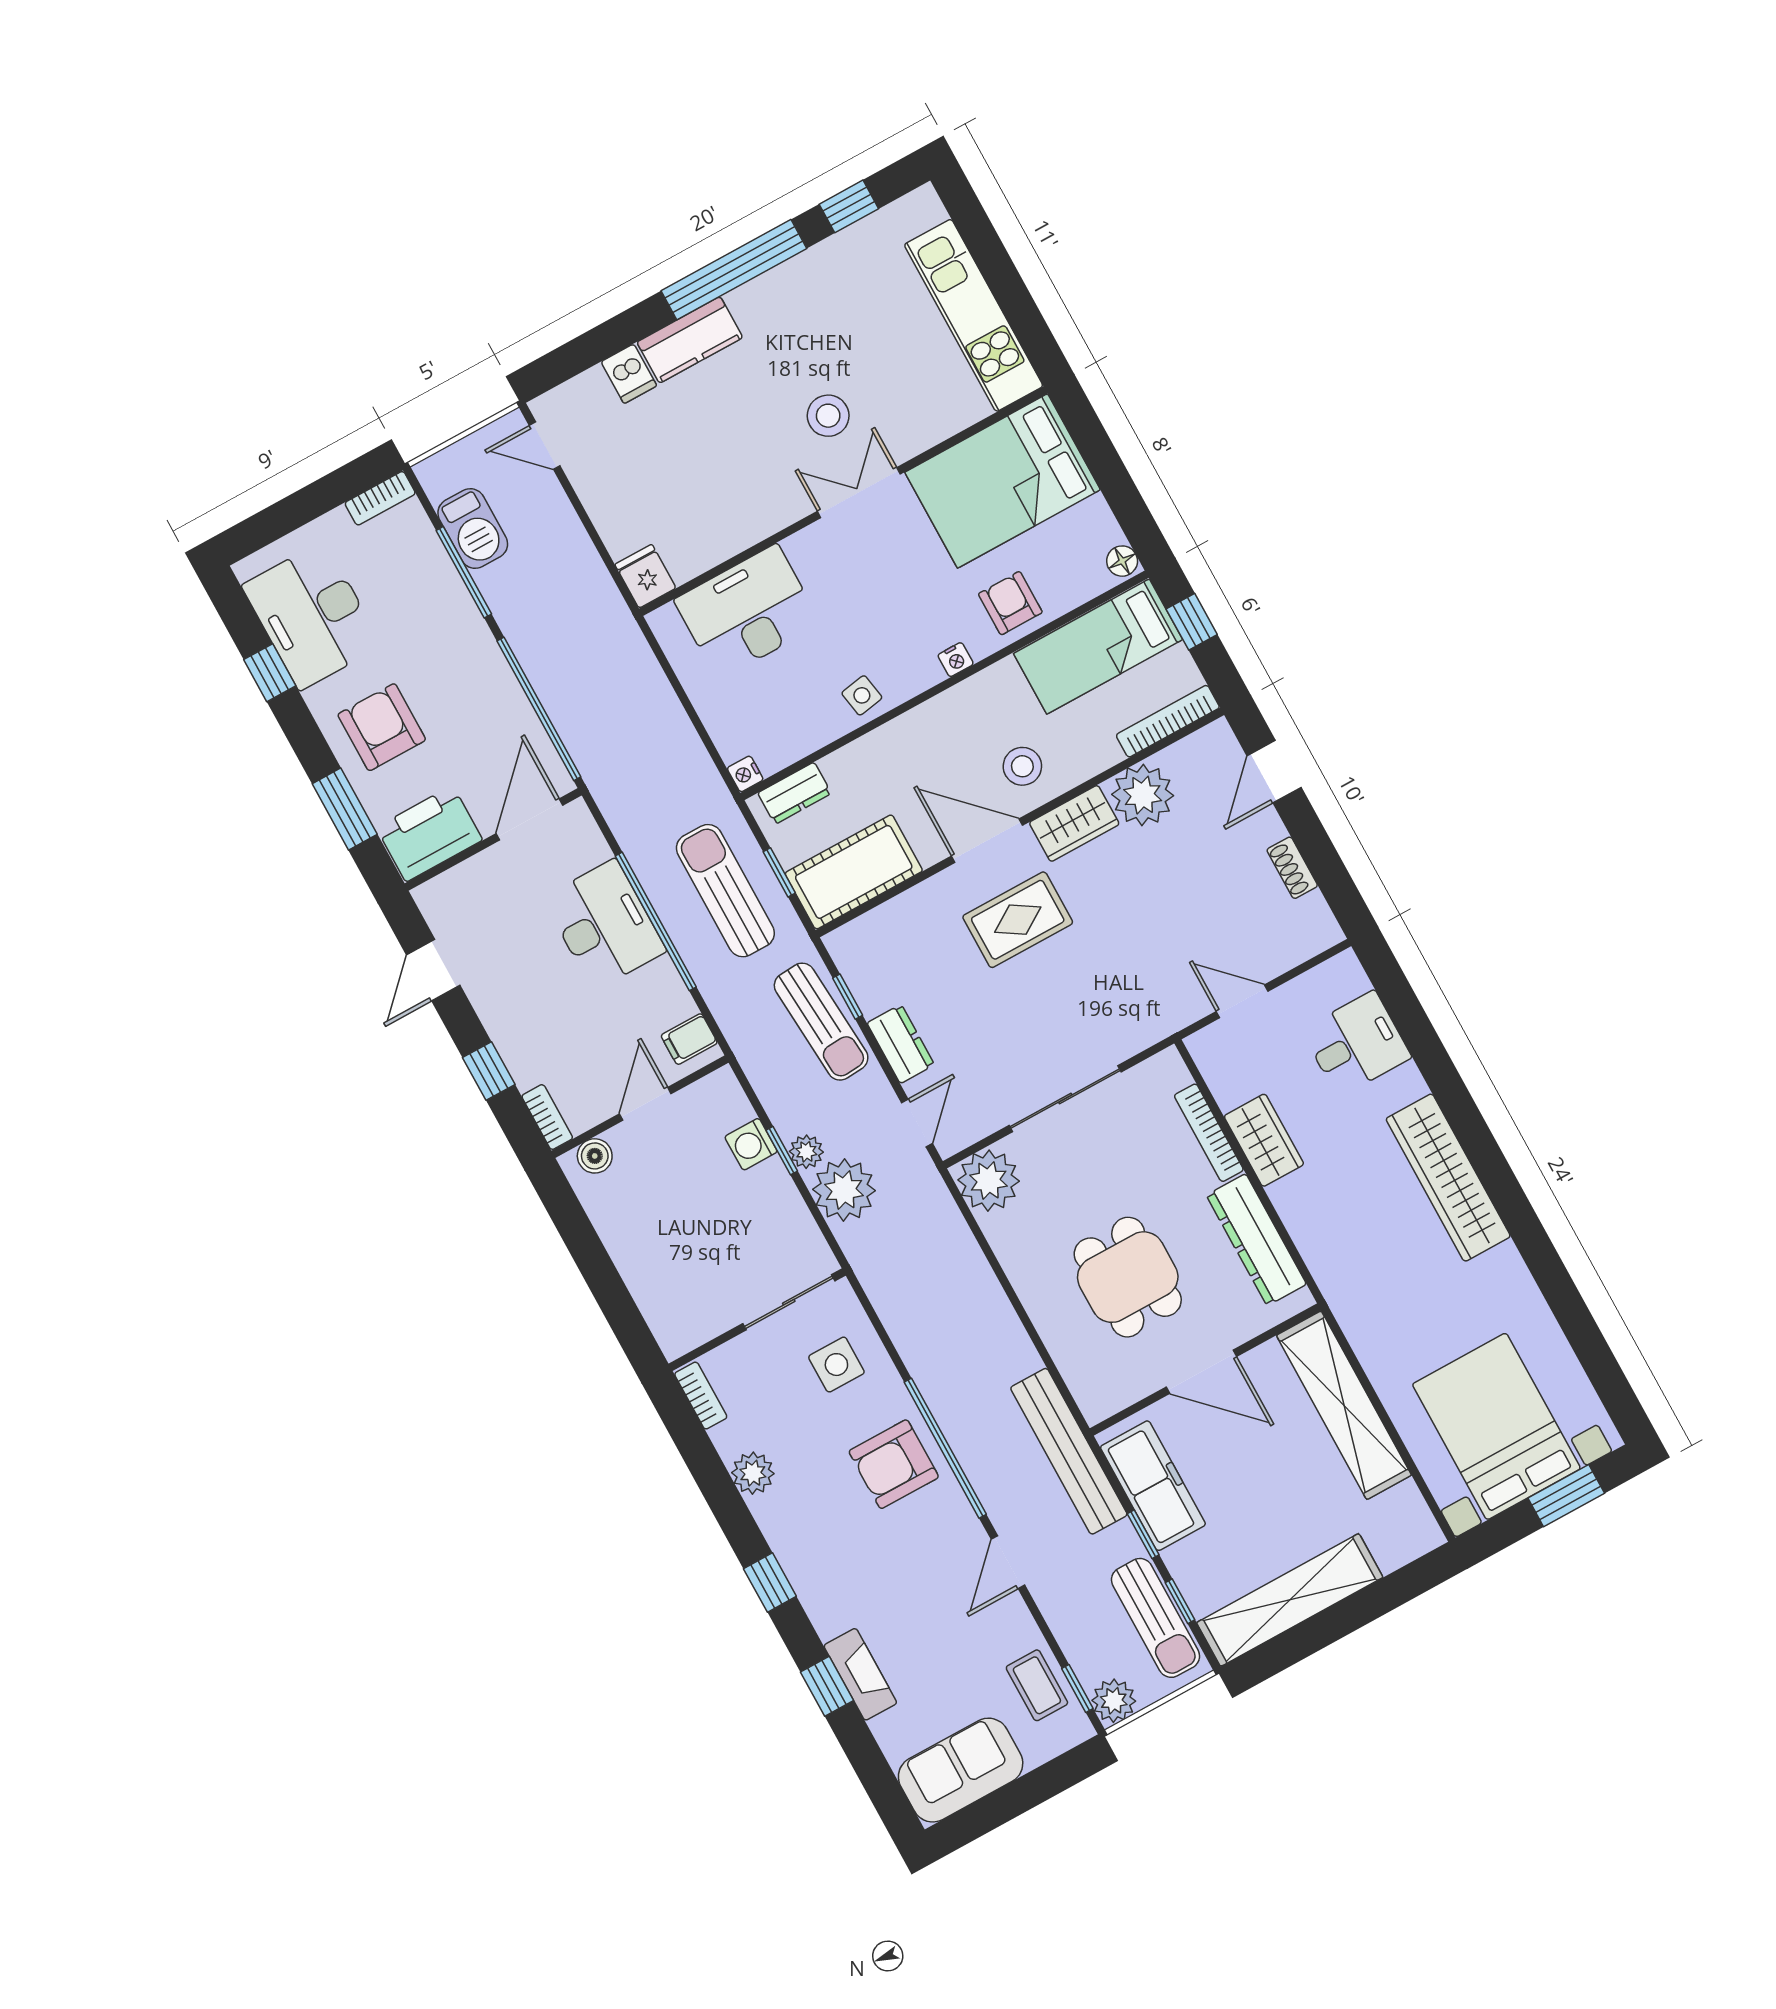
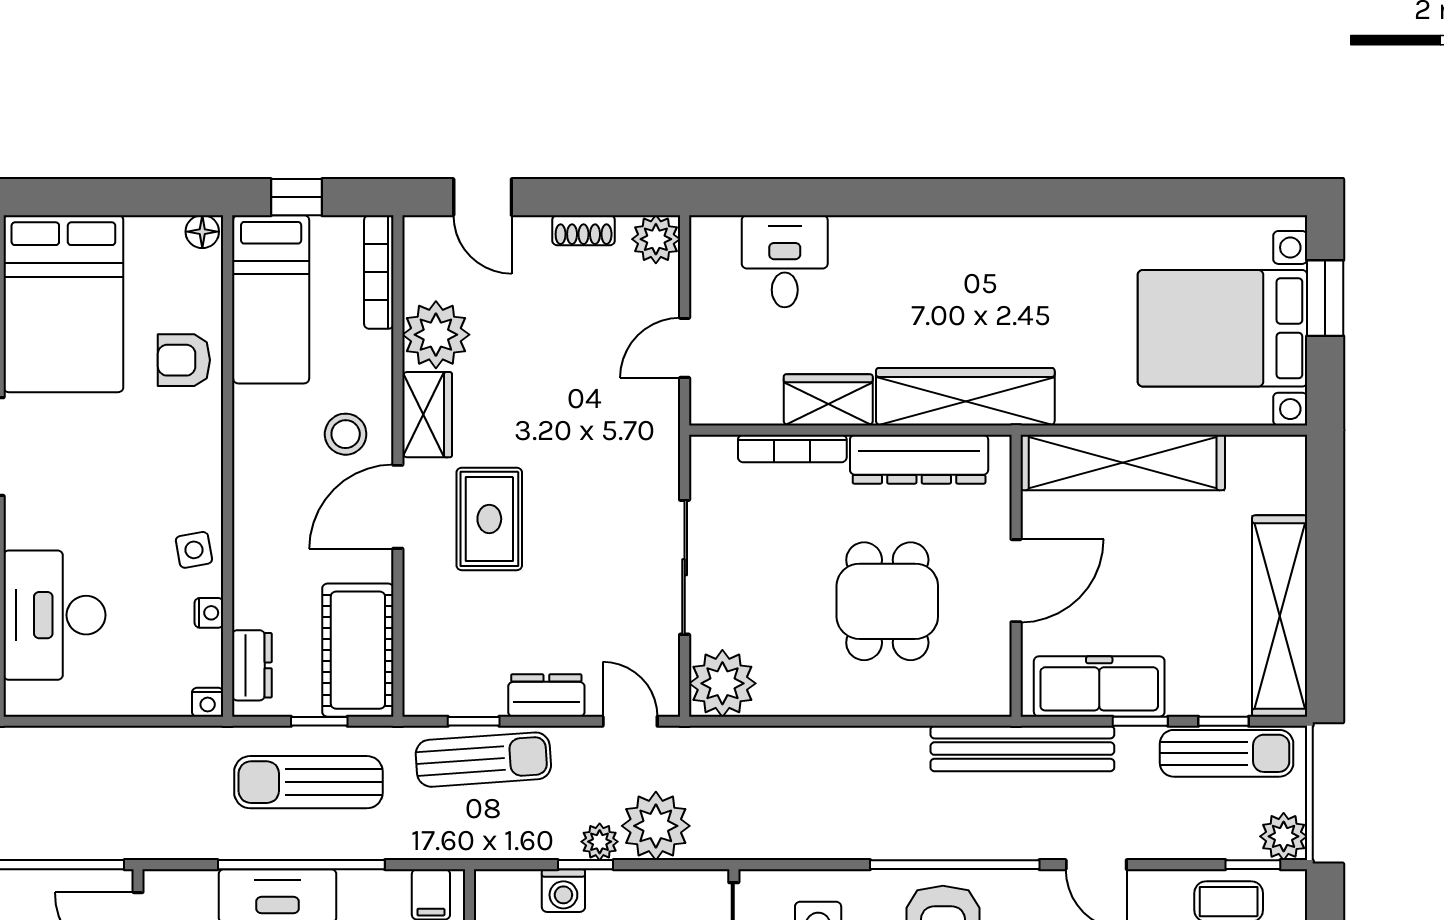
nightstand: (956, 660) -> (209, 613), moved
plant: (1317, 930) -> (656, 239), added
wardrobe: (1448, 1178) -> (965, 397), moved, turned 180
dining table: (1128, 1277) -> (887, 601), turned 90

